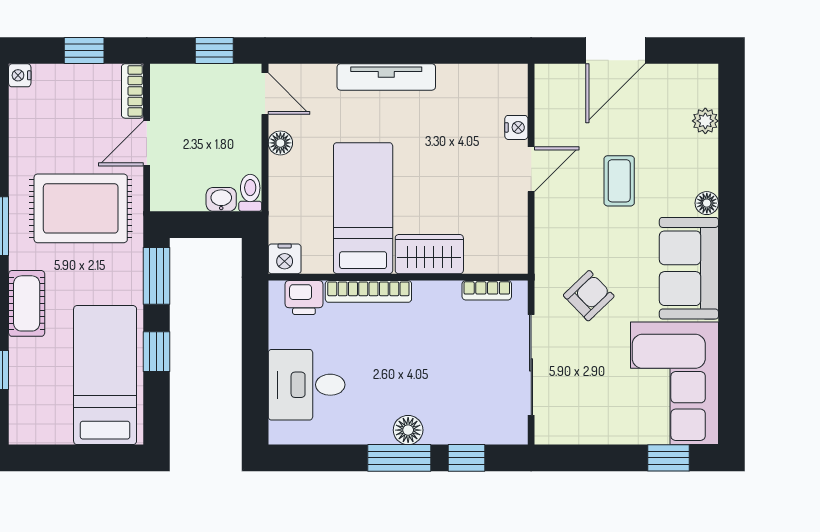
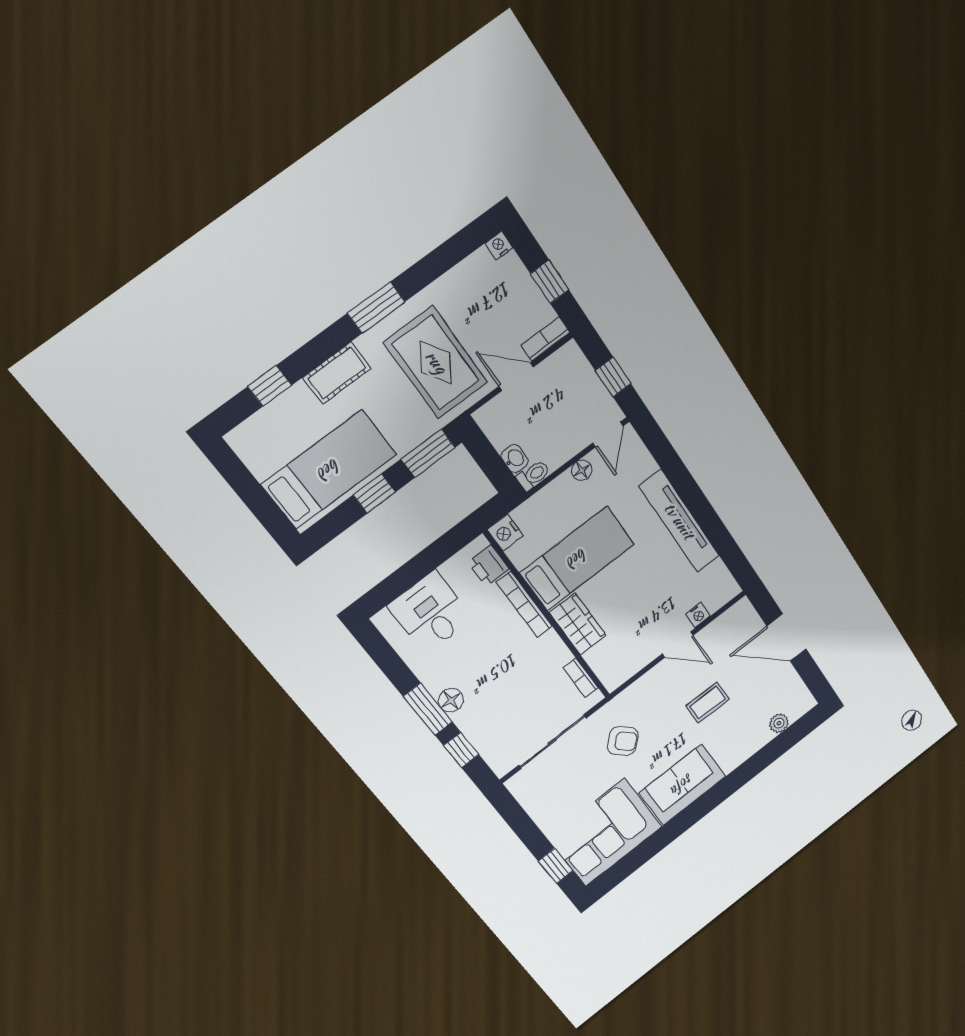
tv unit: (386, 77) -> (679, 521), width x1.36, depth x1.29
floor lamp: (707, 203) -> (730, 763), removed

